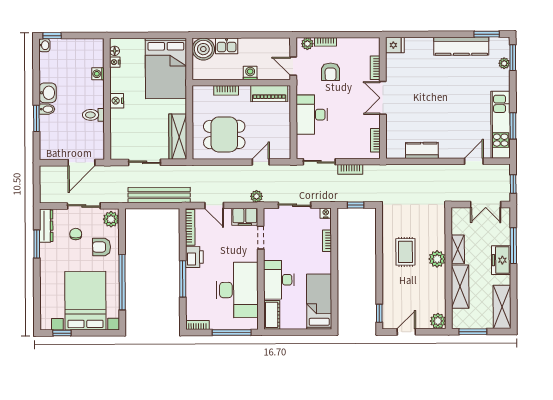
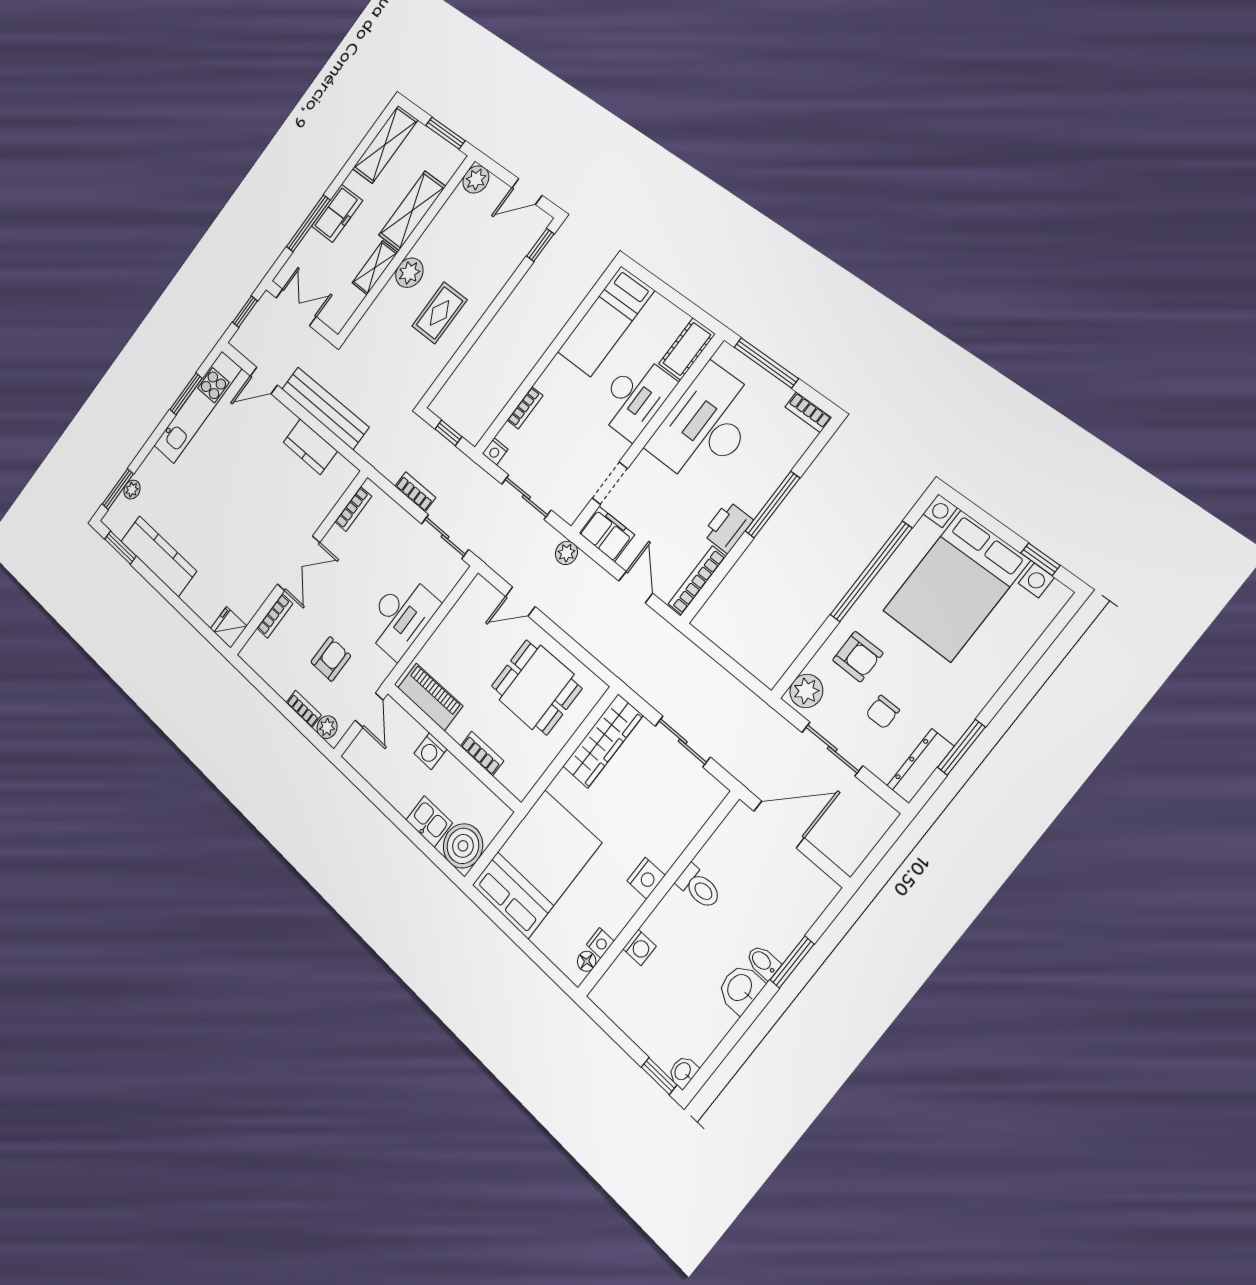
bench: (159, 195) -> (325, 408), moved

